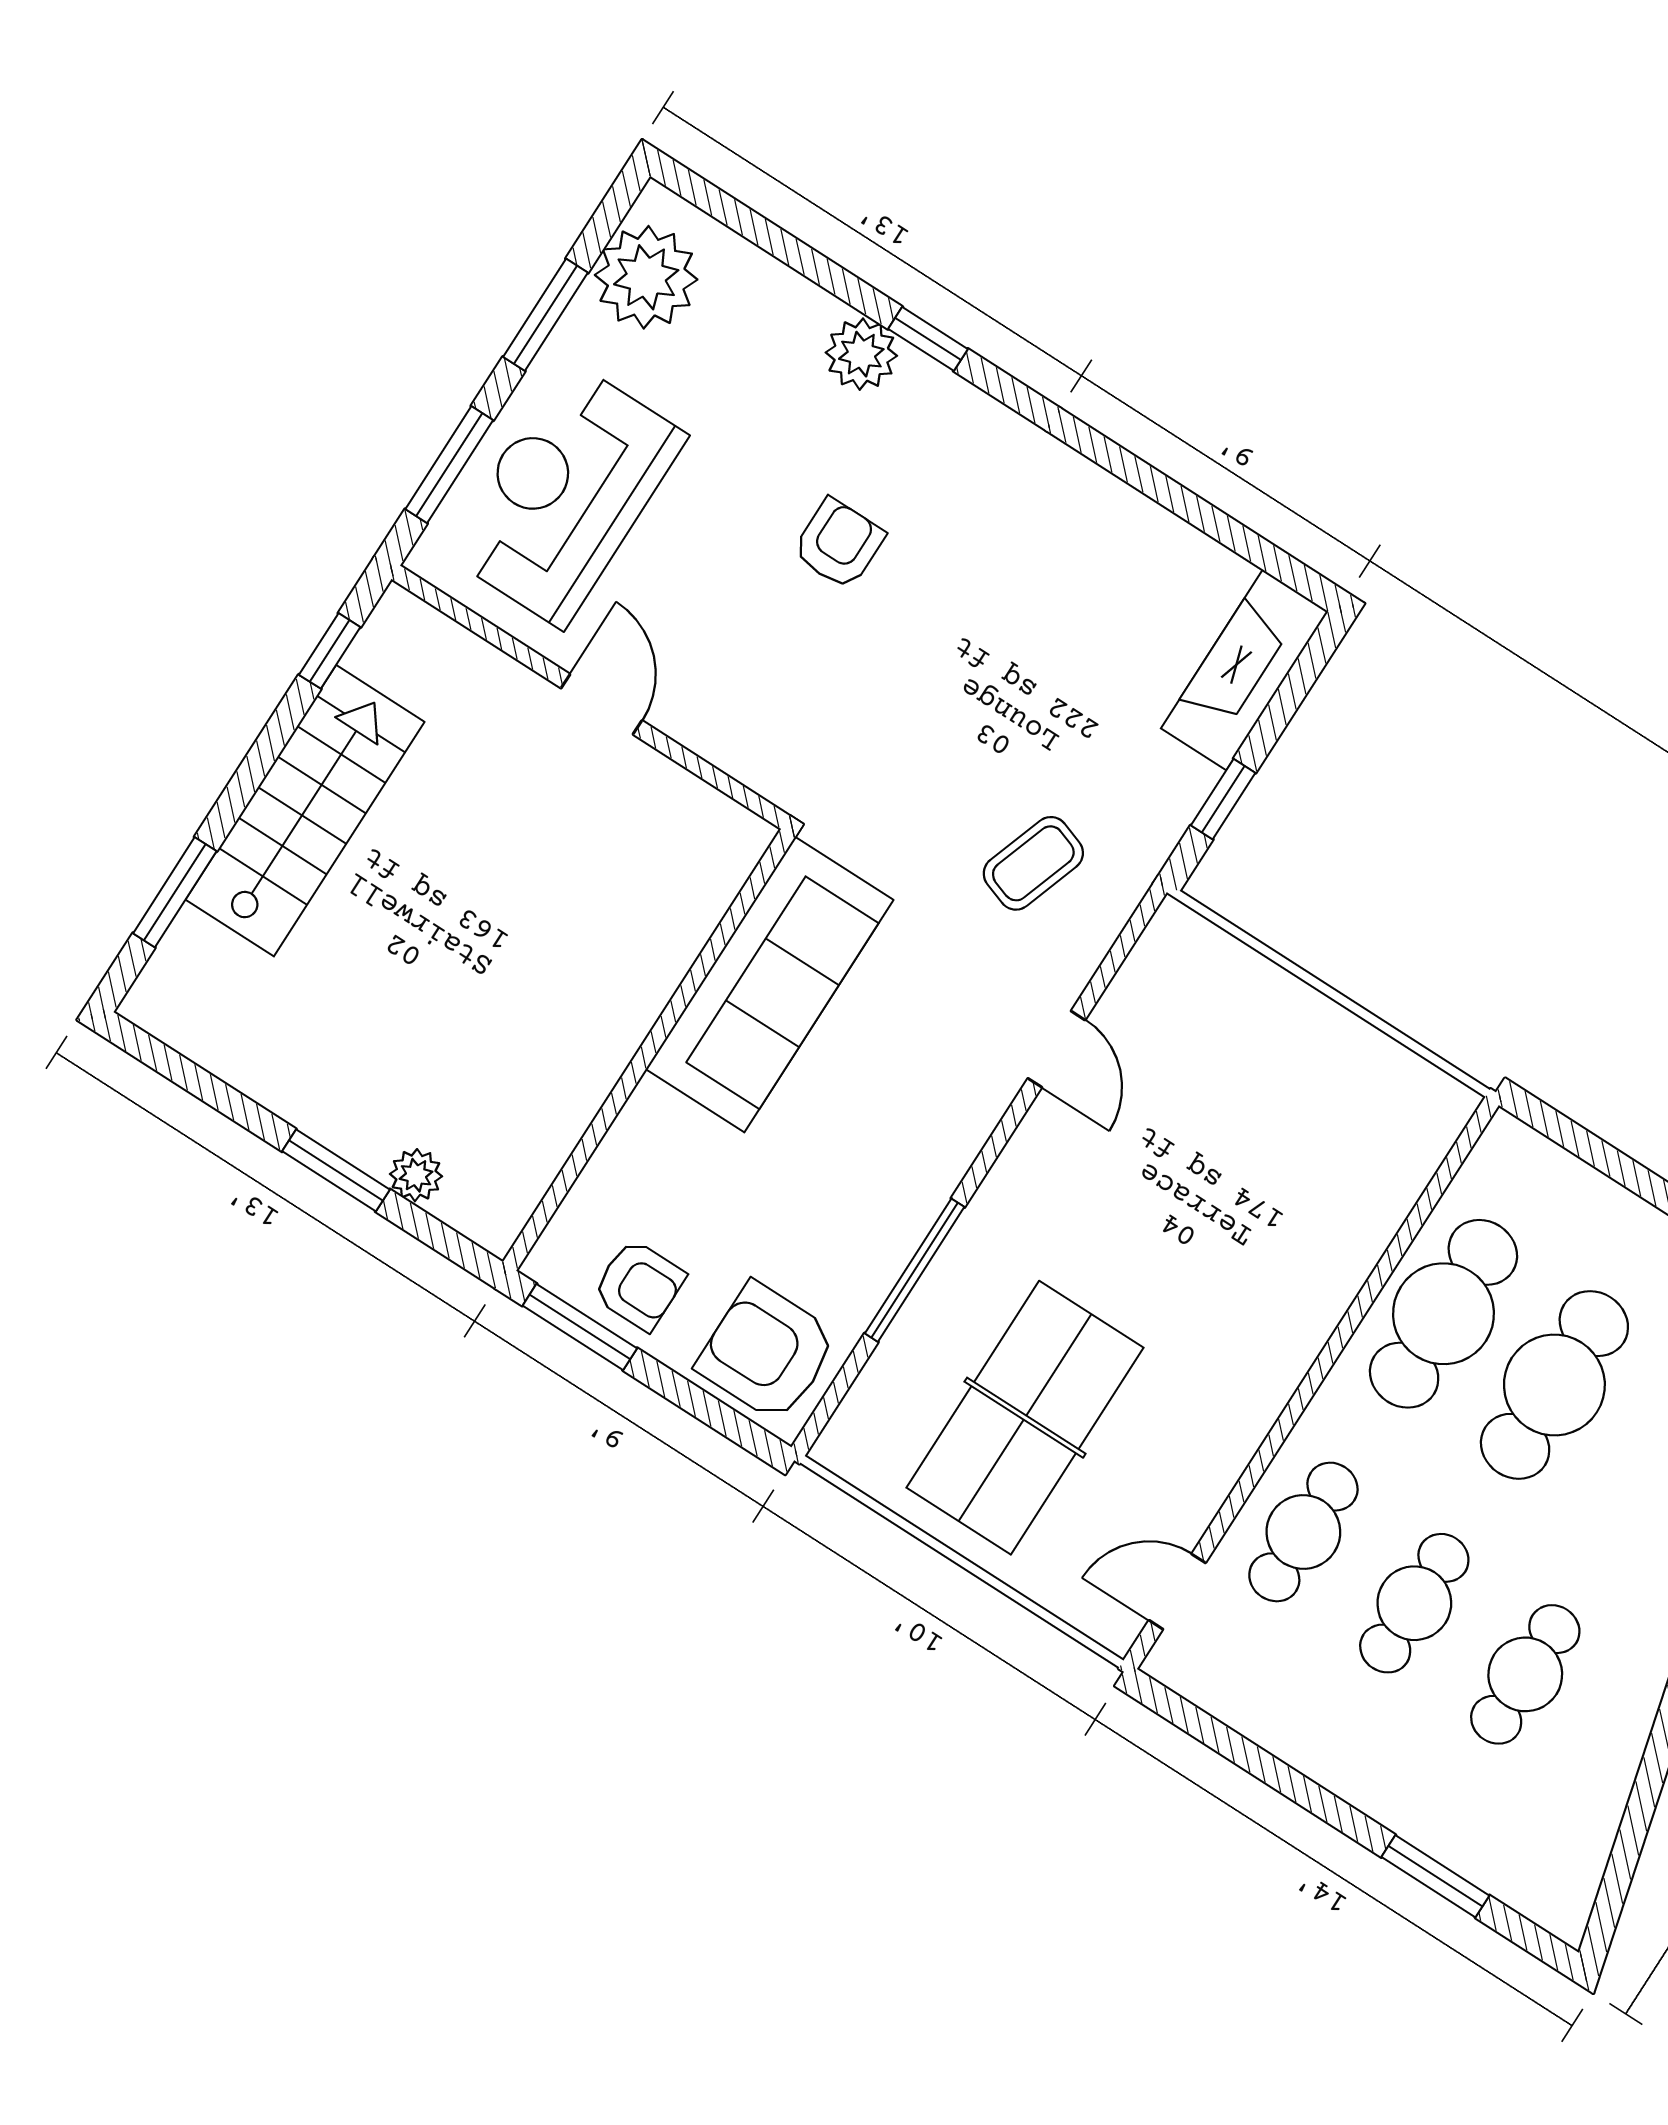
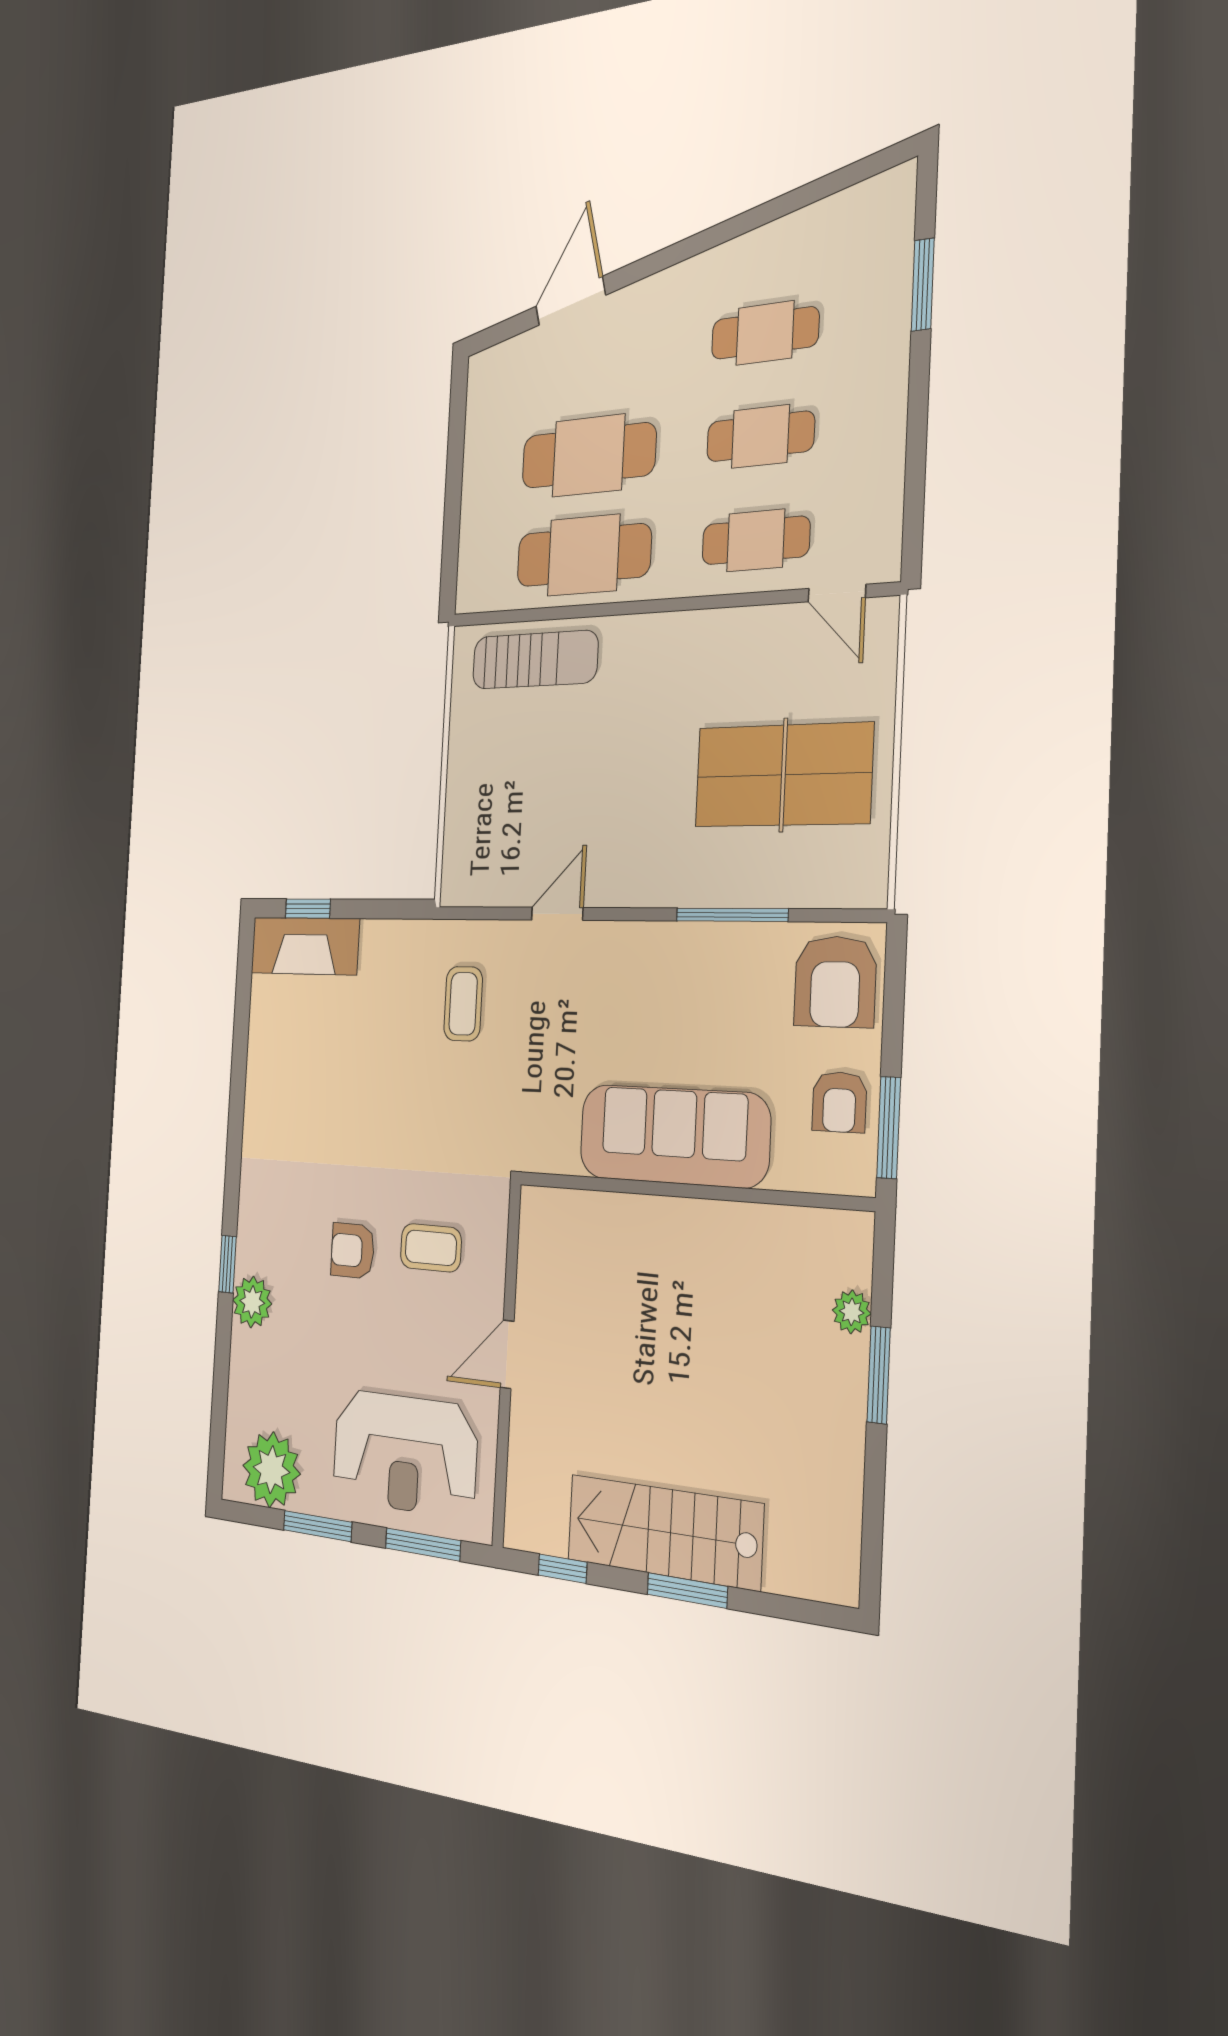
coffee table: (779, 662) -> (431, 1248), added
window: (1223, 799) -> (308, 909), moved
coffee table: (1033, 863) -> (463, 1004), turned 71
window: (175, 892) -> (687, 1590), moved
sofa: (770, 985) -> (674, 1136), moved
sun lounger: (1368, 1183) -> (535, 660), added
armchair: (639, 1285) -> (839, 1102), turned 180

